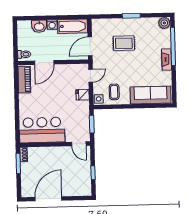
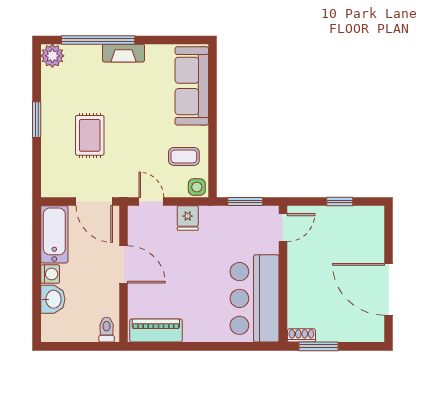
door: (44, 63) -> (124, 264), moved

